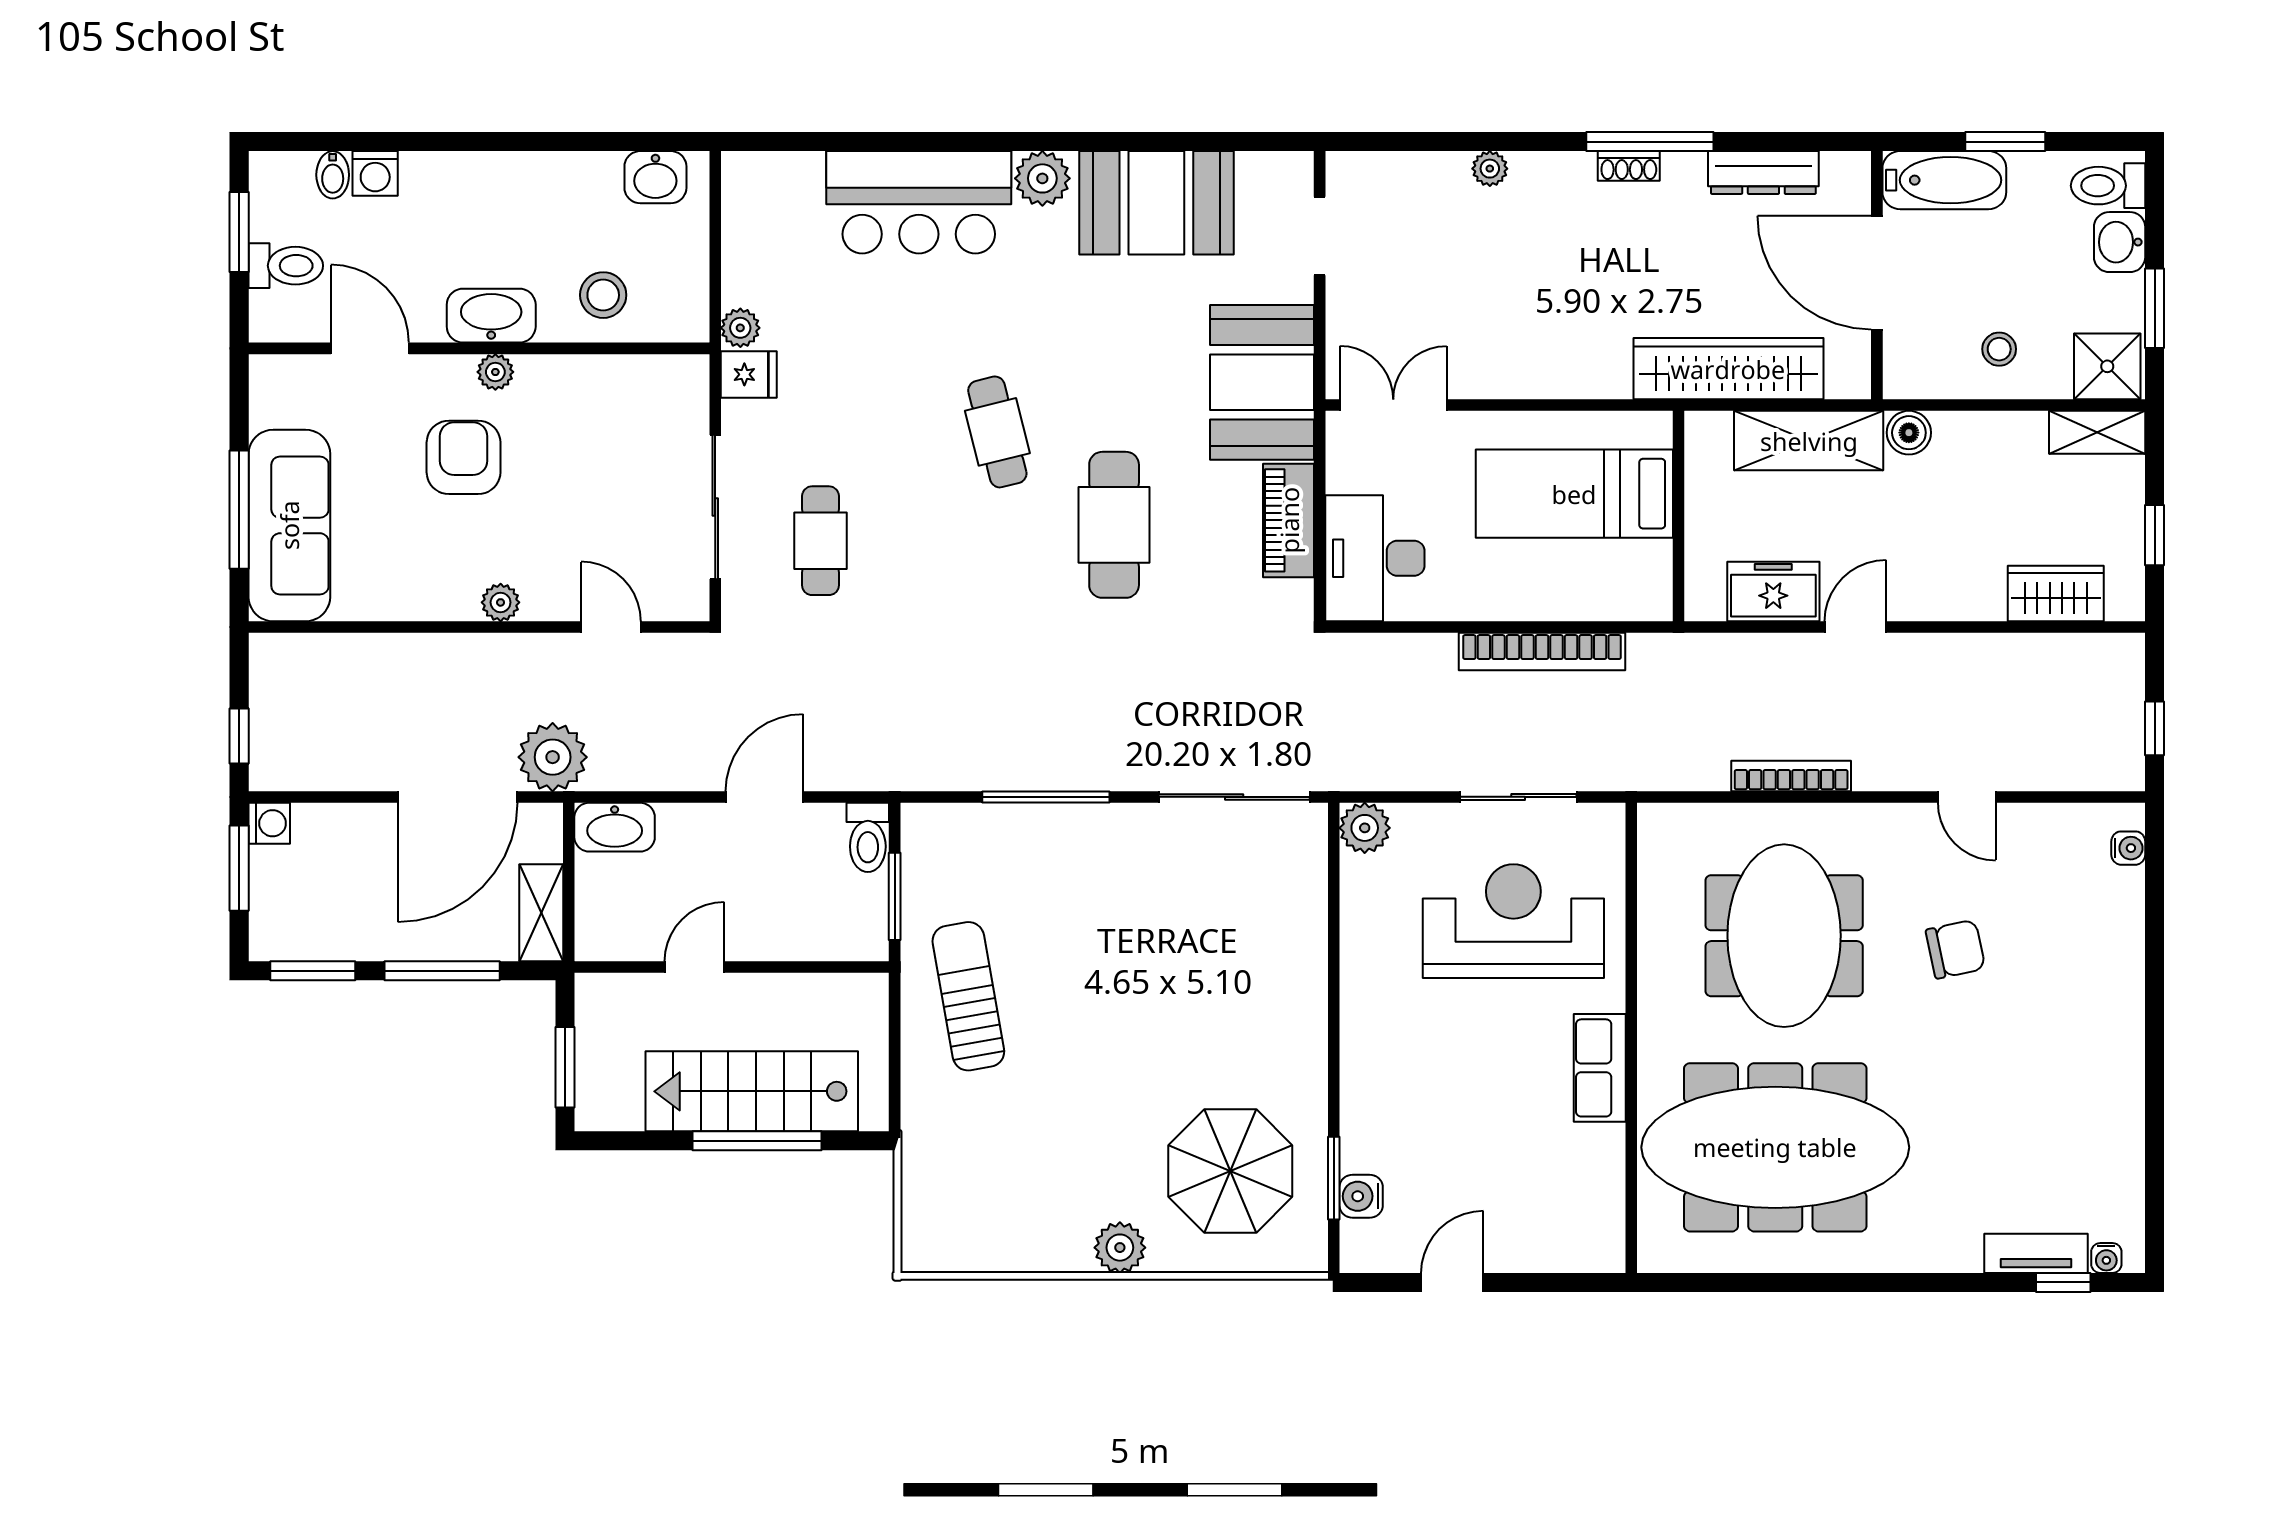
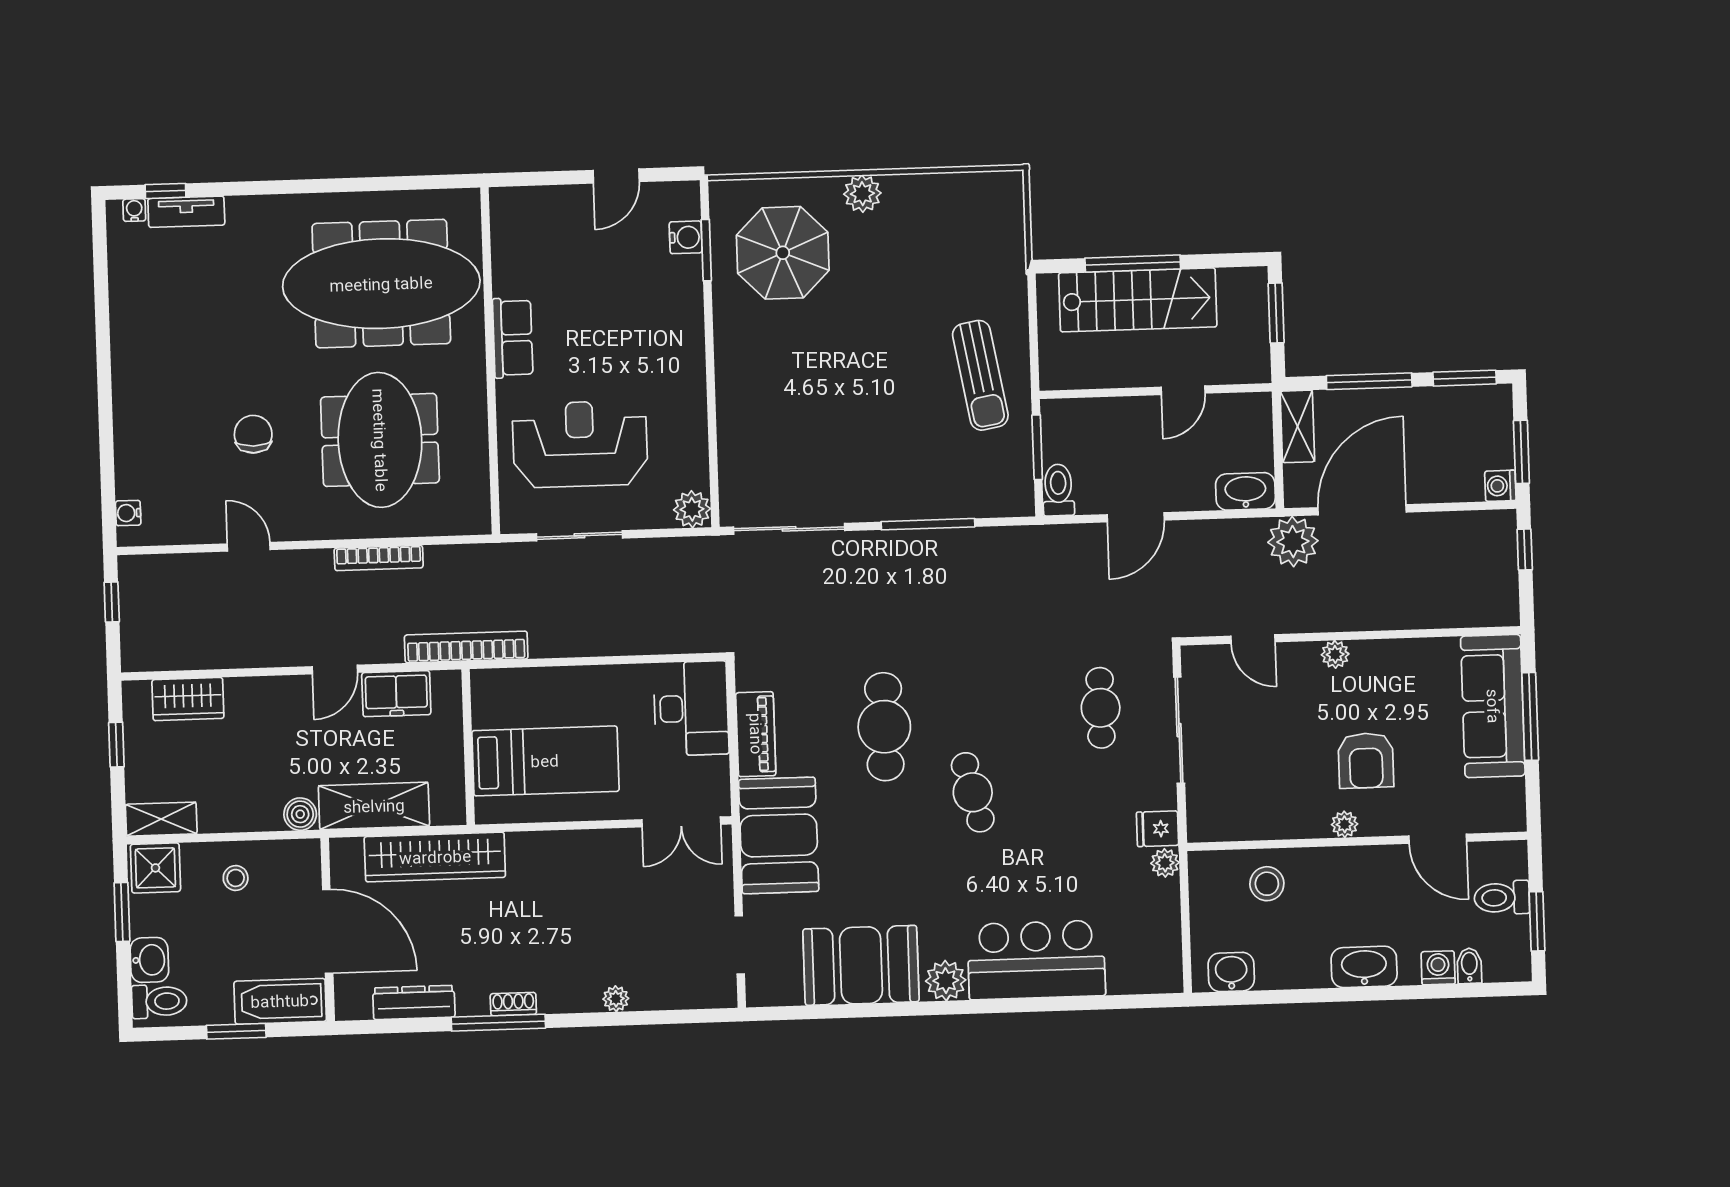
washbasin: (491, 316) -> (1364, 967), moved, turned 180
bookcase: (1542, 652) -> (466, 647), moved
reception desk: (1513, 921) -> (580, 444), turned 180
chair: (1955, 949) -> (253, 434), turned 102

